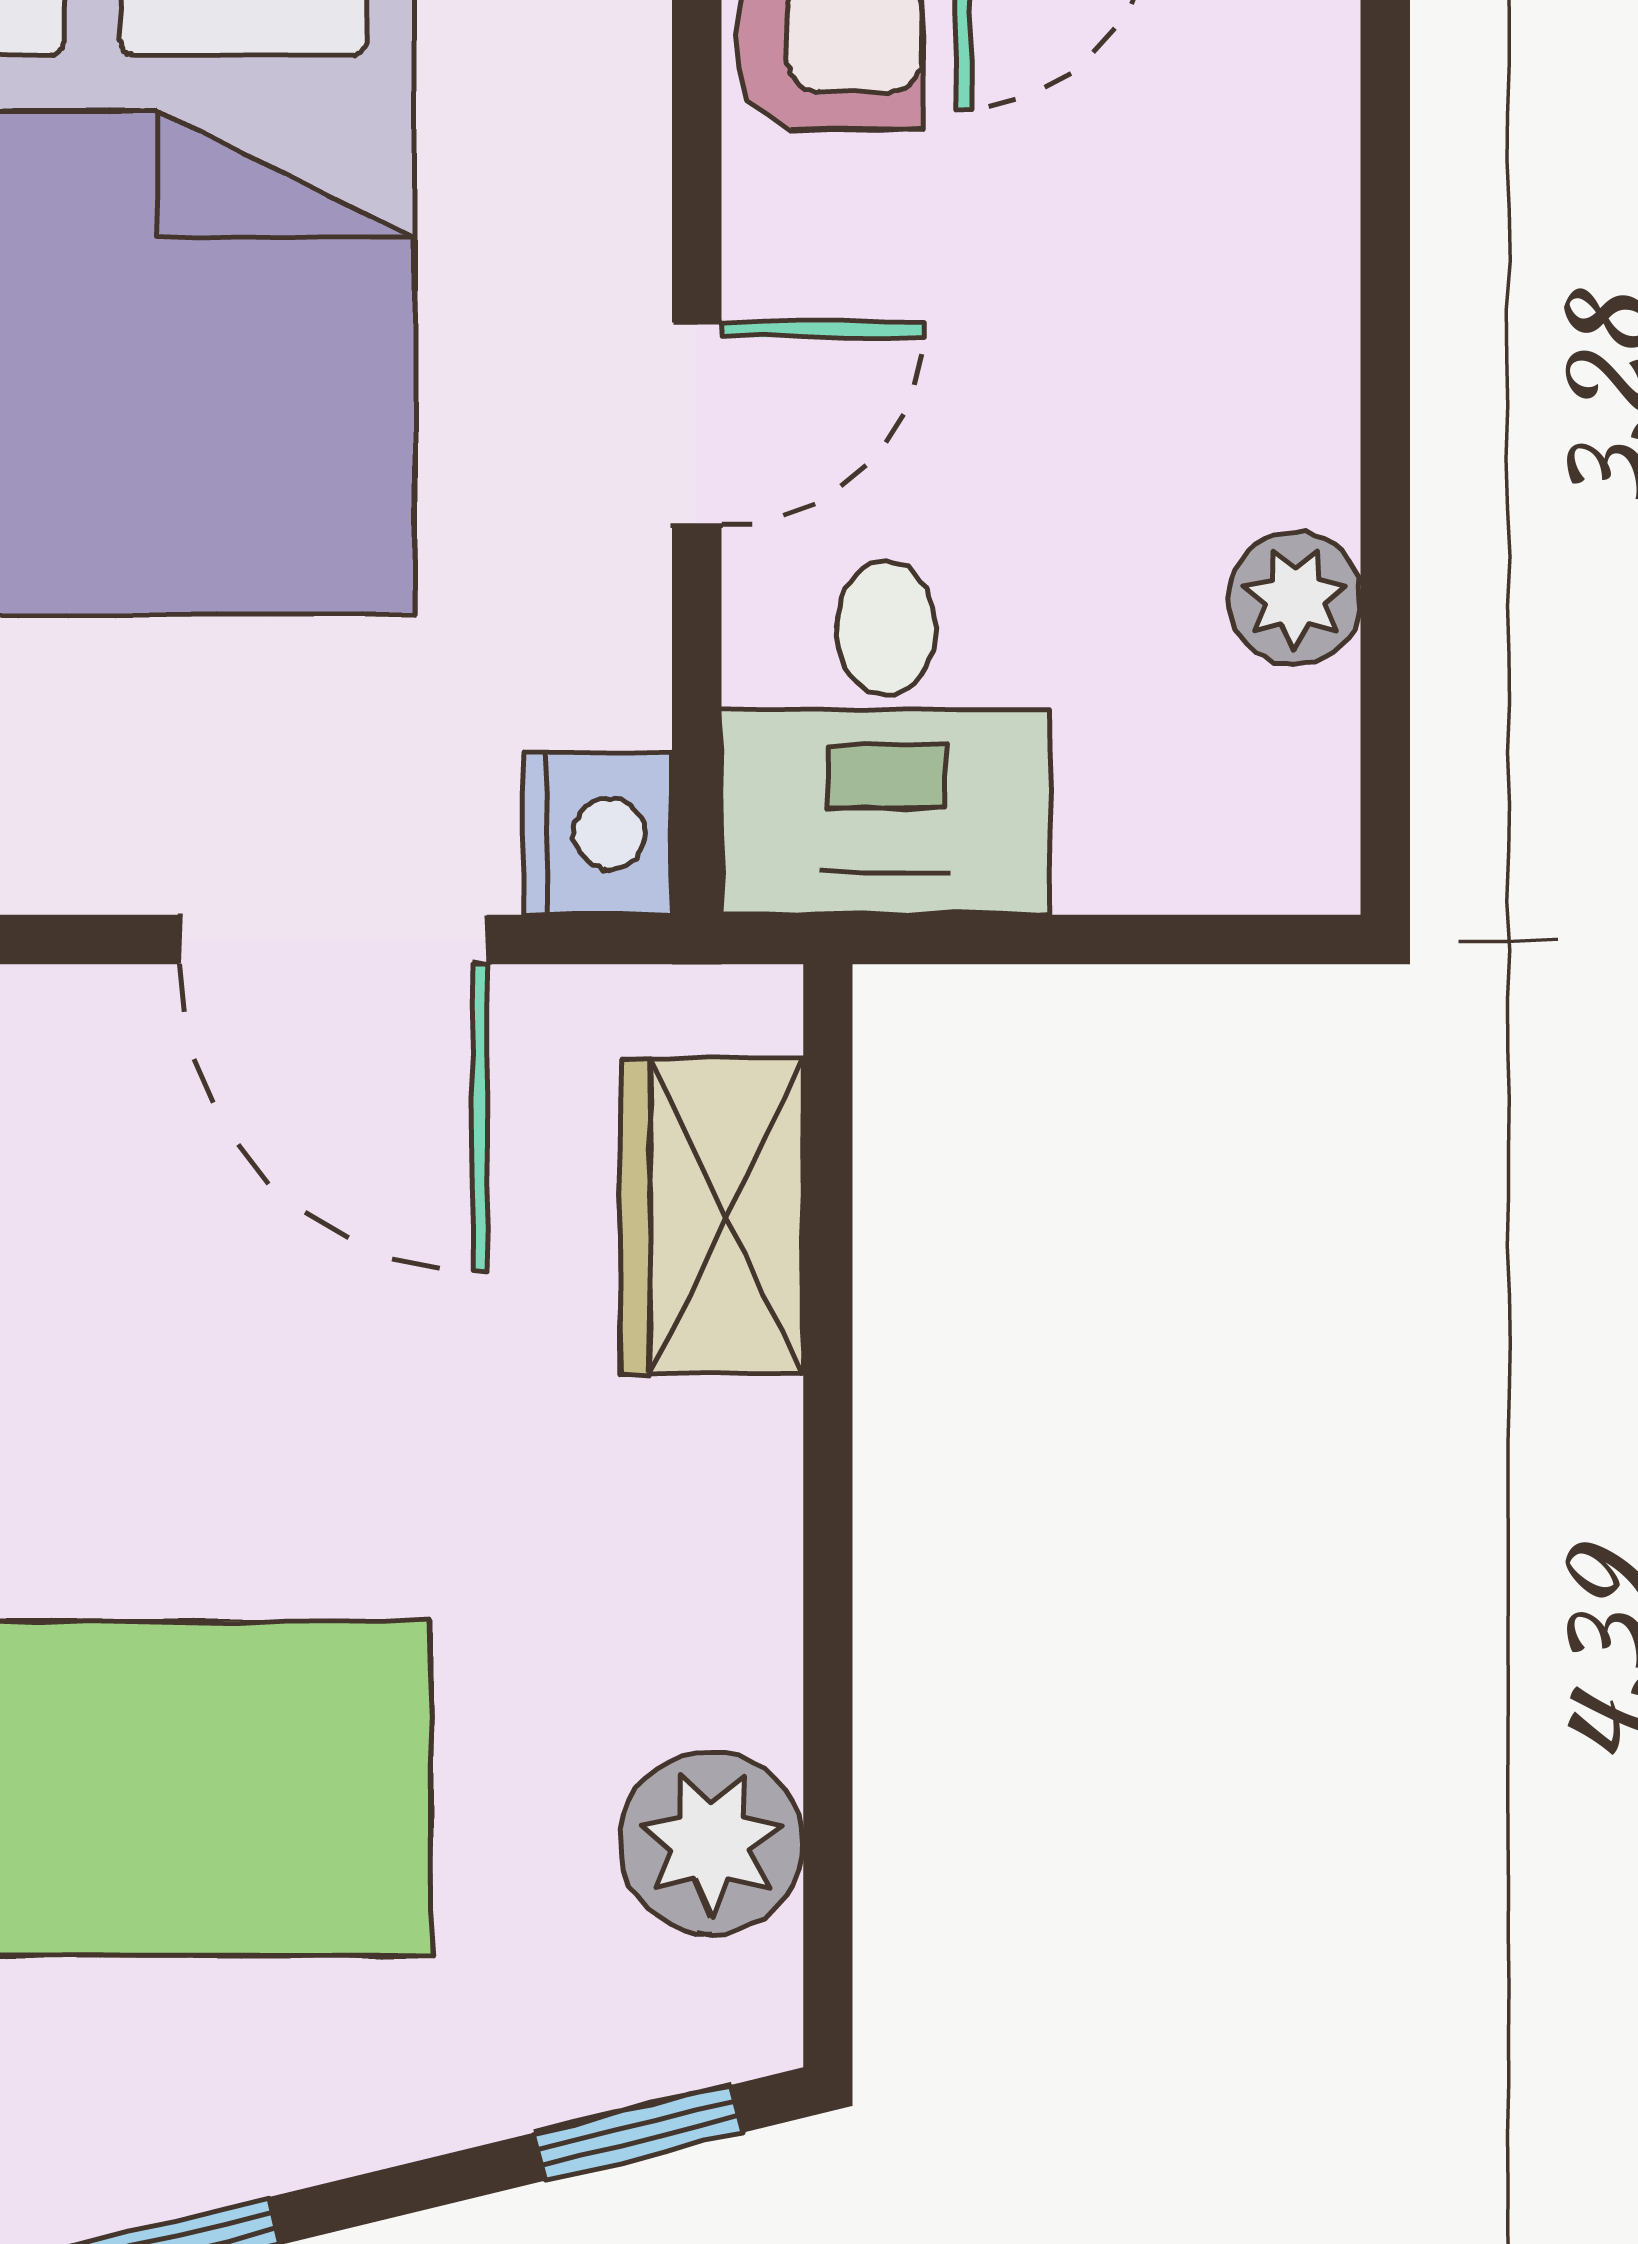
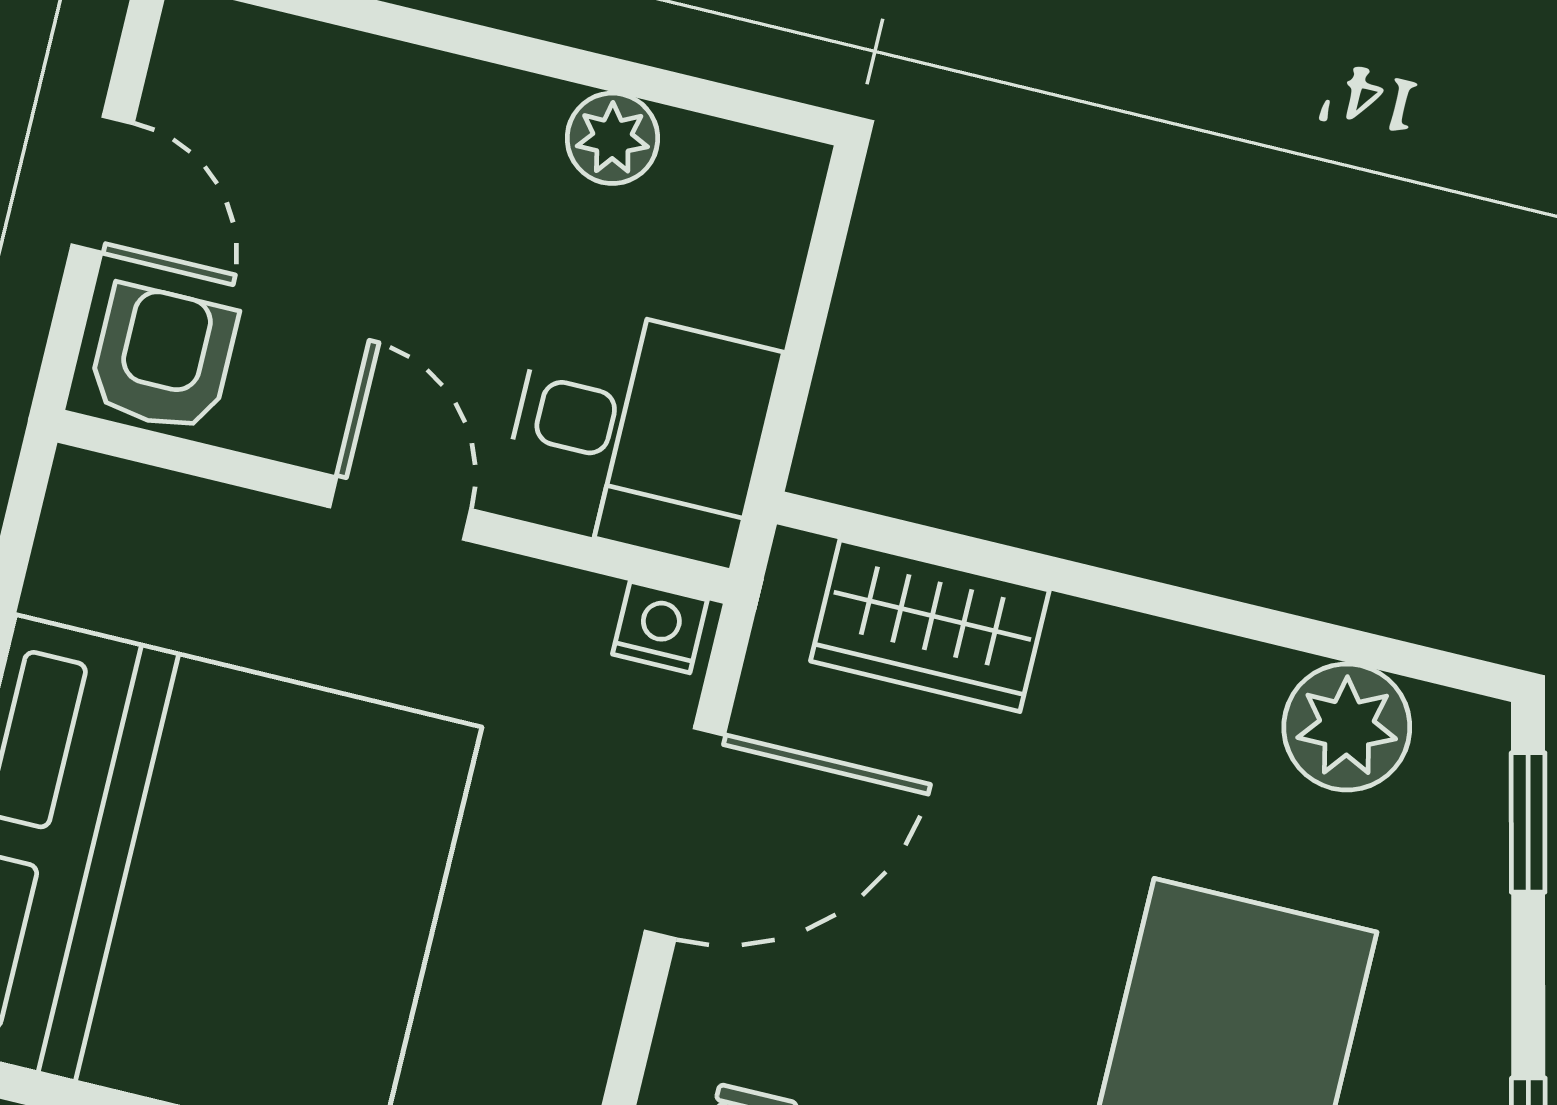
nightstand: (598, 833) -> (660, 627), width x0.72, depth x0.74

